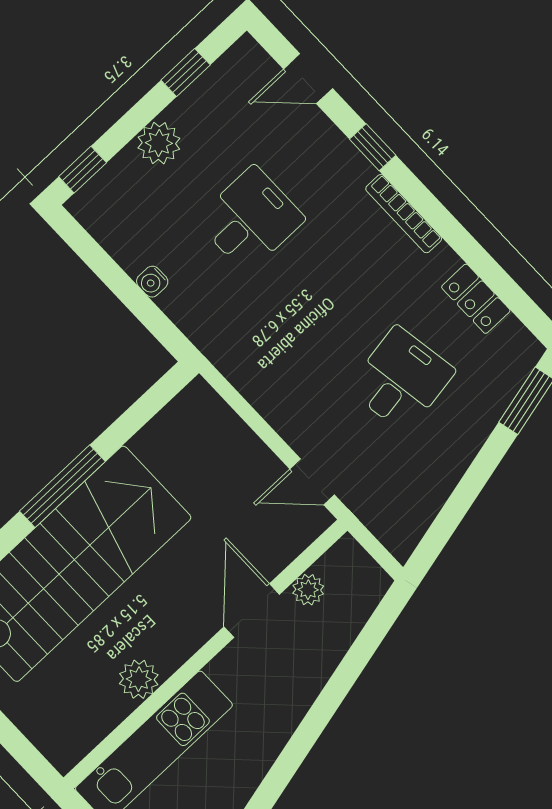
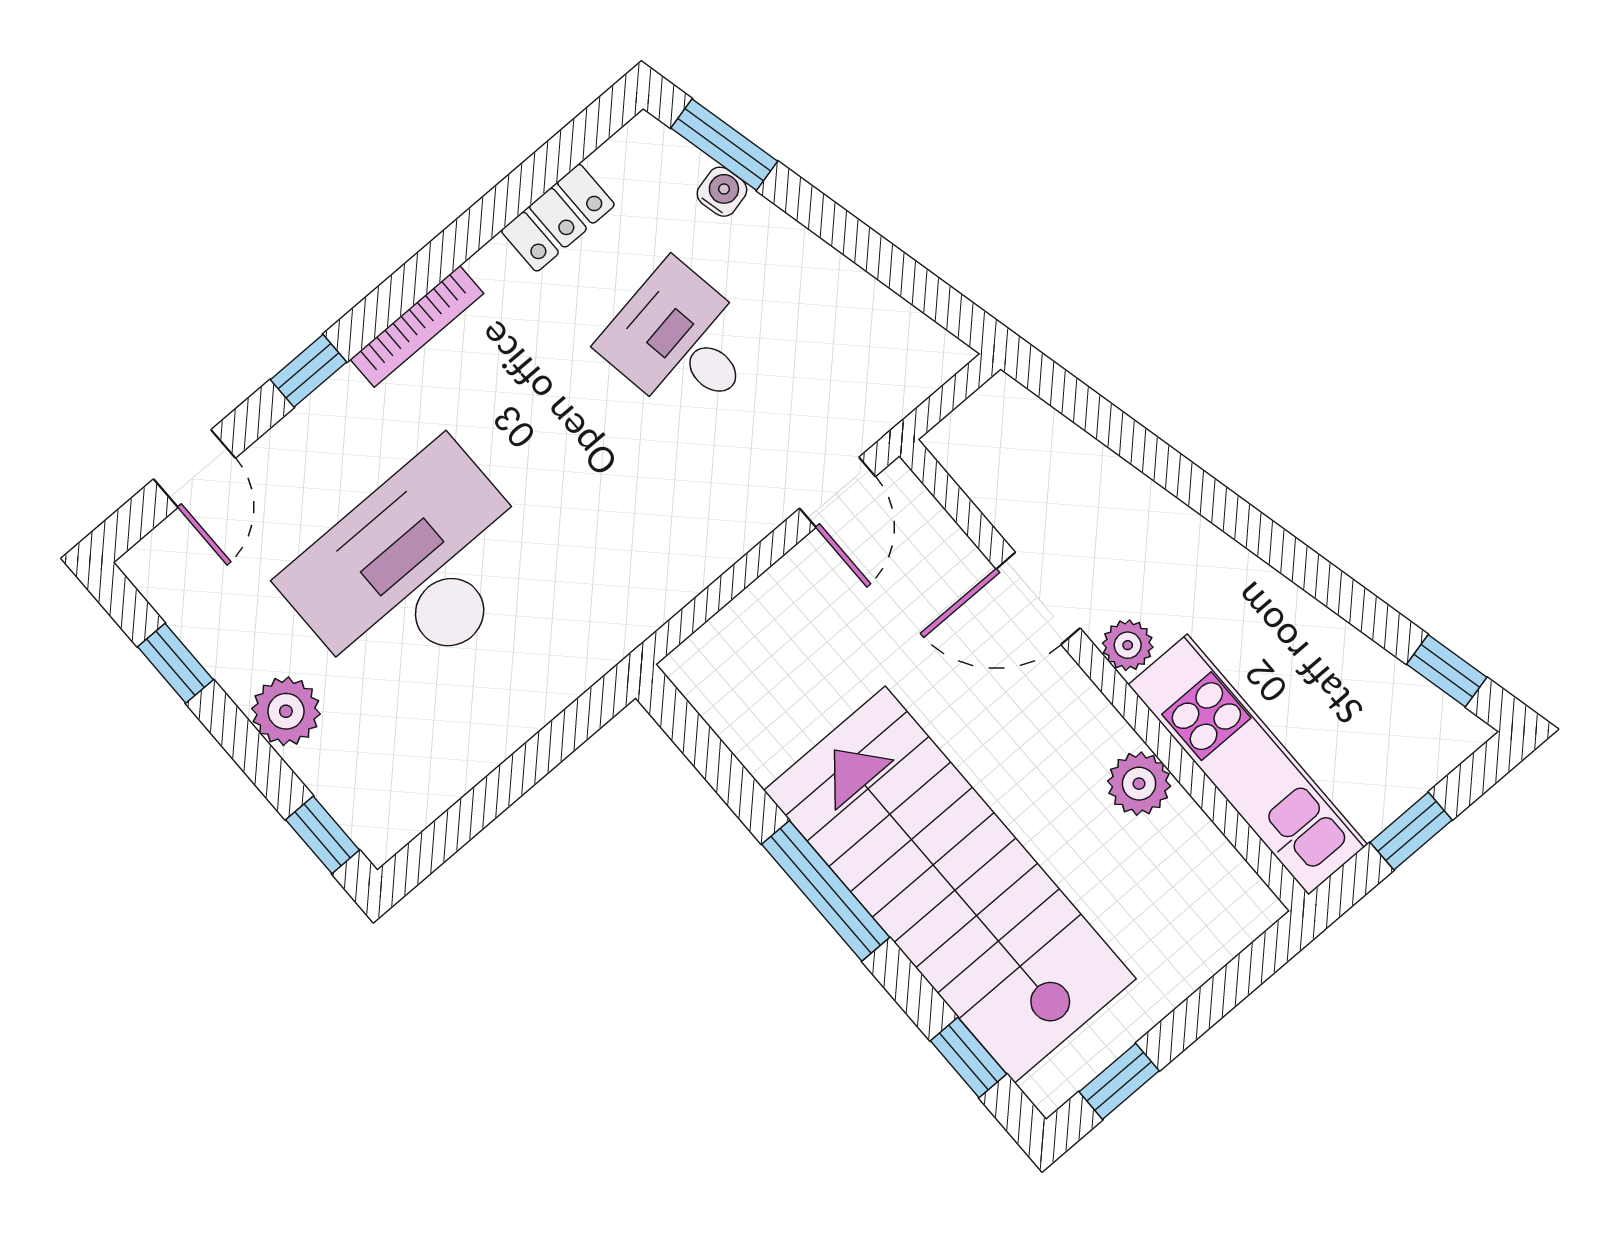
desk: (250, 219) -> (415, 571), width x1.87, depth x1.30
water cooler: (152, 282) -> (722, 192), moved, turned -103
plant: (308, 590) -> (1128, 645), moved

